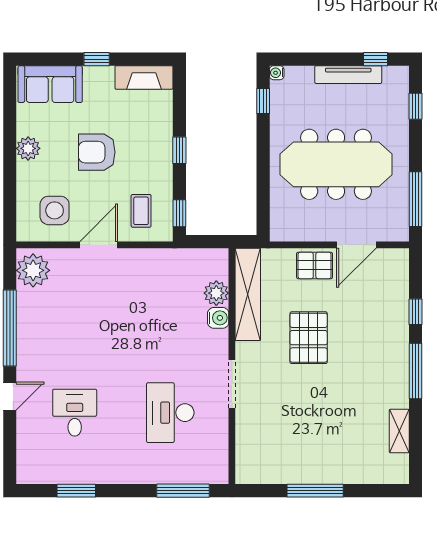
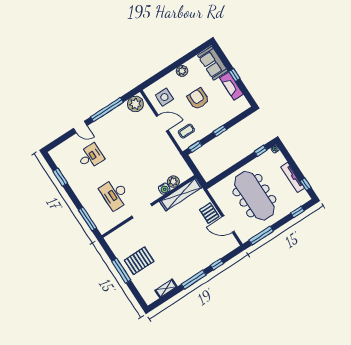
fireplace: (144, 77) -> (231, 86), moved
pallet: (309, 338) -> (139, 261), moved
desk: (170, 413) -> (115, 194), turned -90

